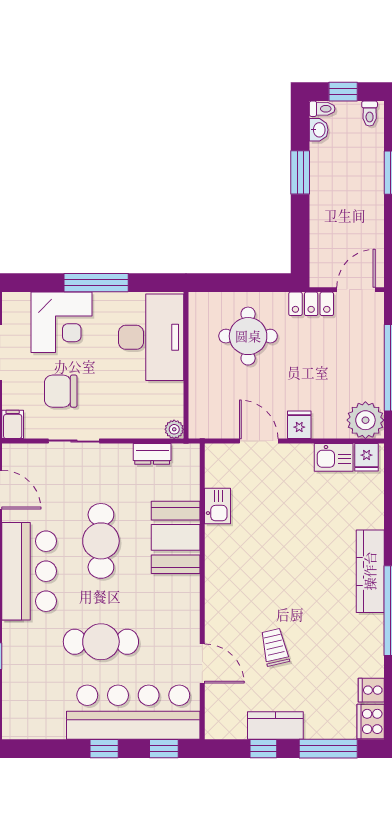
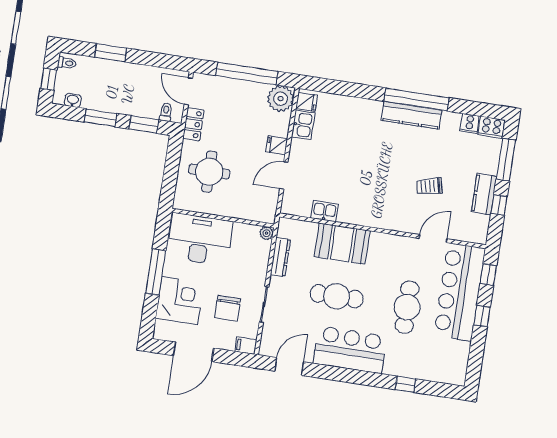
toilet: (322, 109) -> (166, 112), moved
window: (300, 234) -> (144, 124), added
dresser: (152, 454) -> (280, 257), width x1.44
kitchen counter: (370, 571) -> (412, 115), moved

